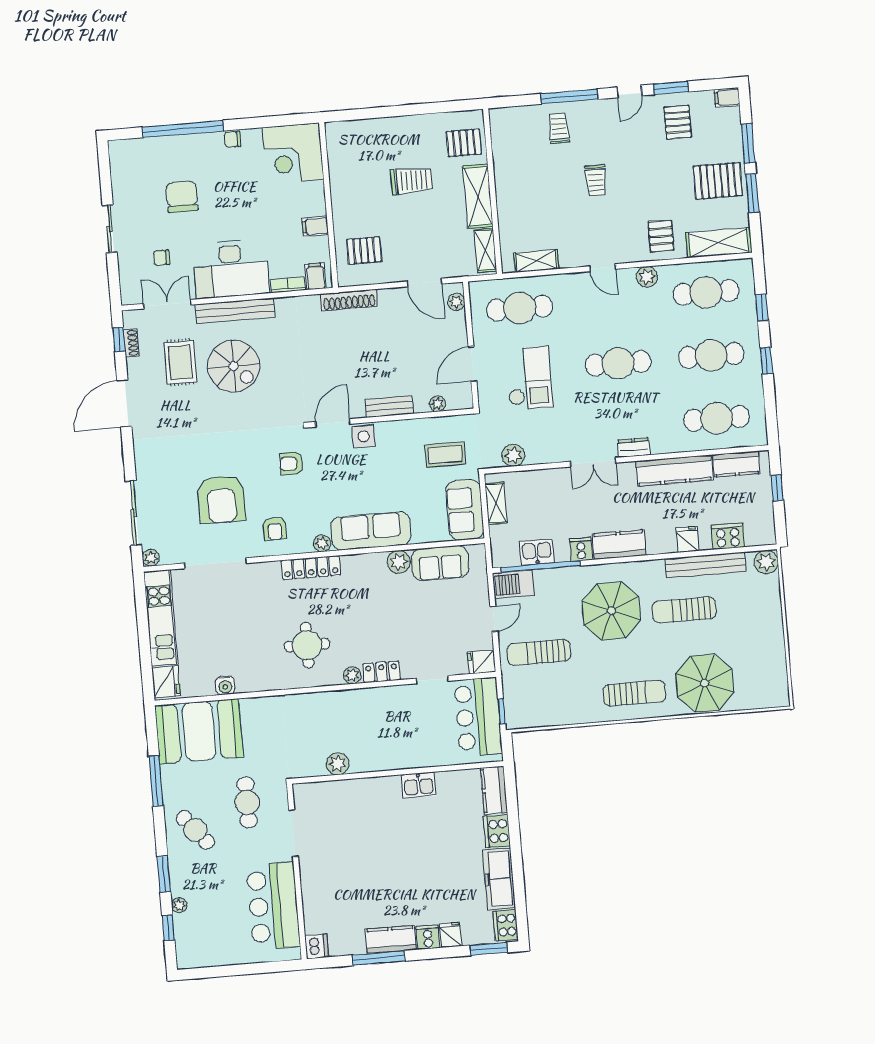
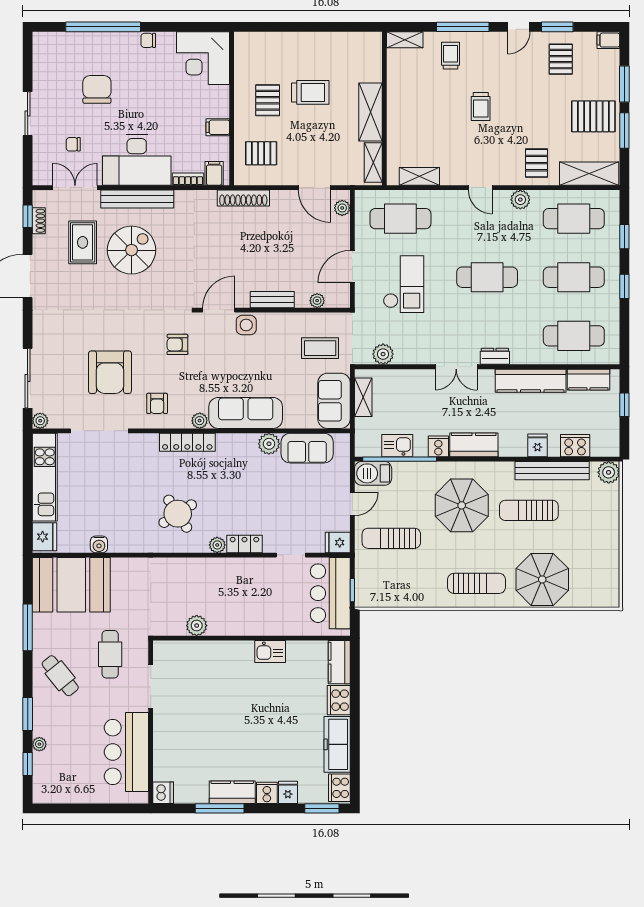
shelving: (508, 116) -> (405, 40), added
pallet: (464, 143) -> (268, 100), moved, turned 90
spiral stairs: (234, 366) -> (132, 250), turned -90
round table: (307, 645) -> (178, 514), turned -33

